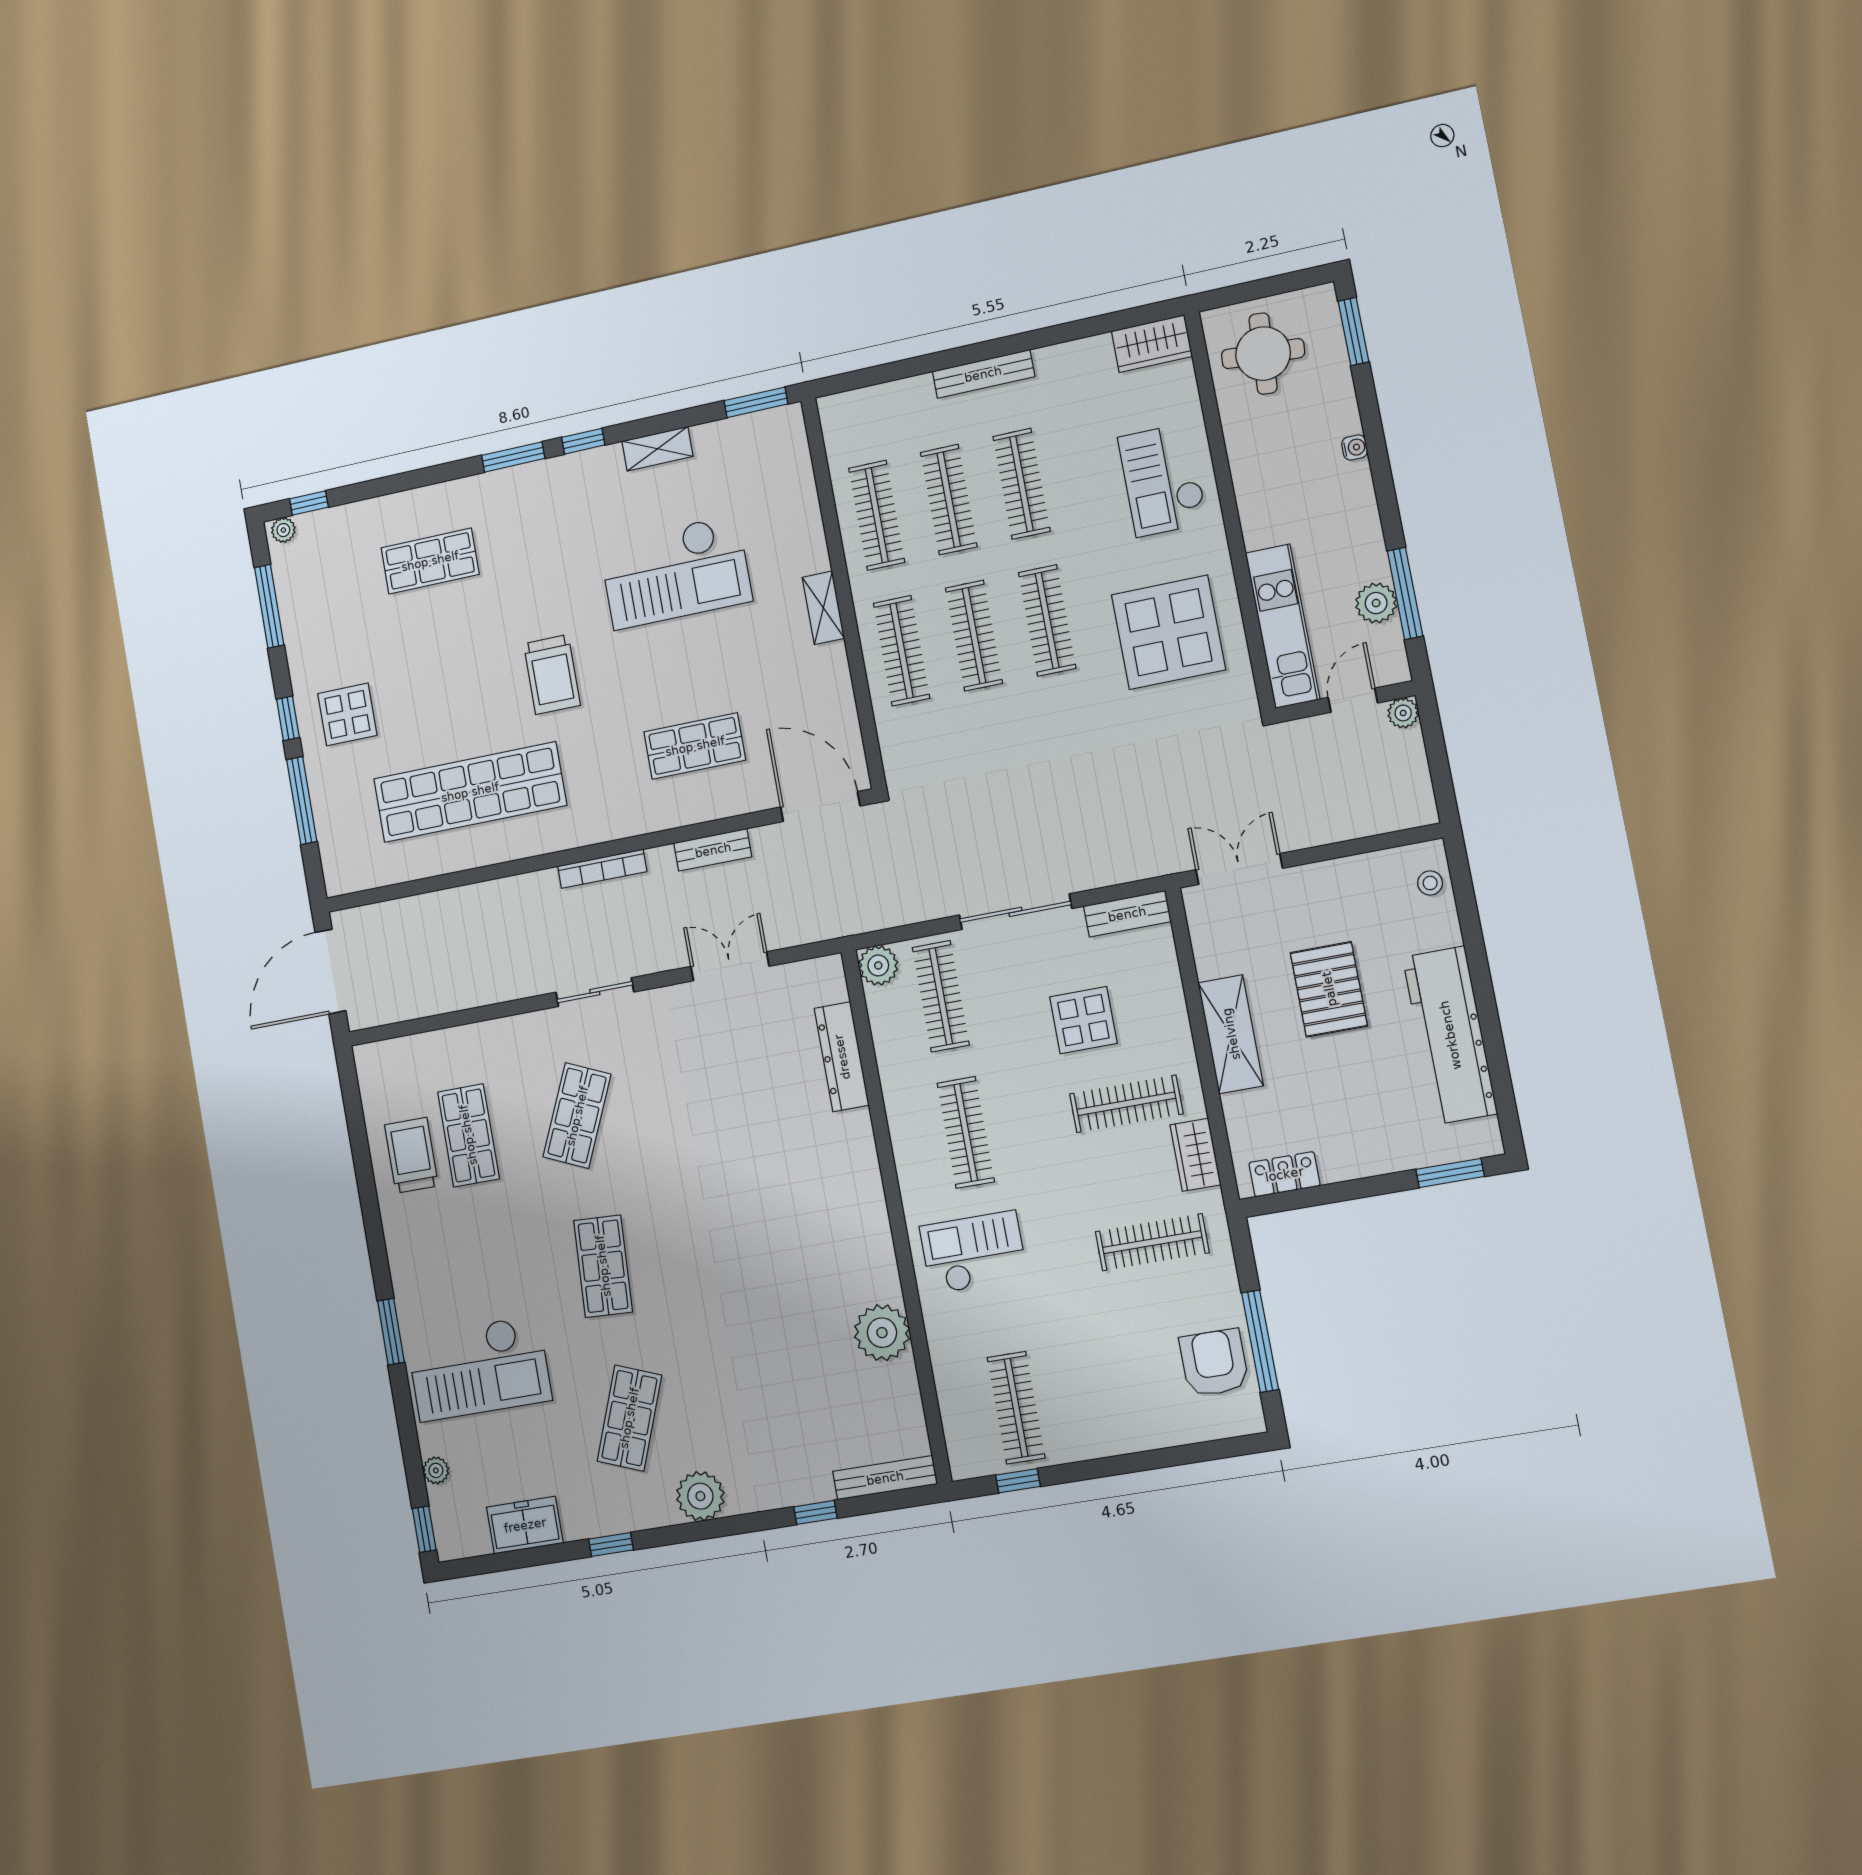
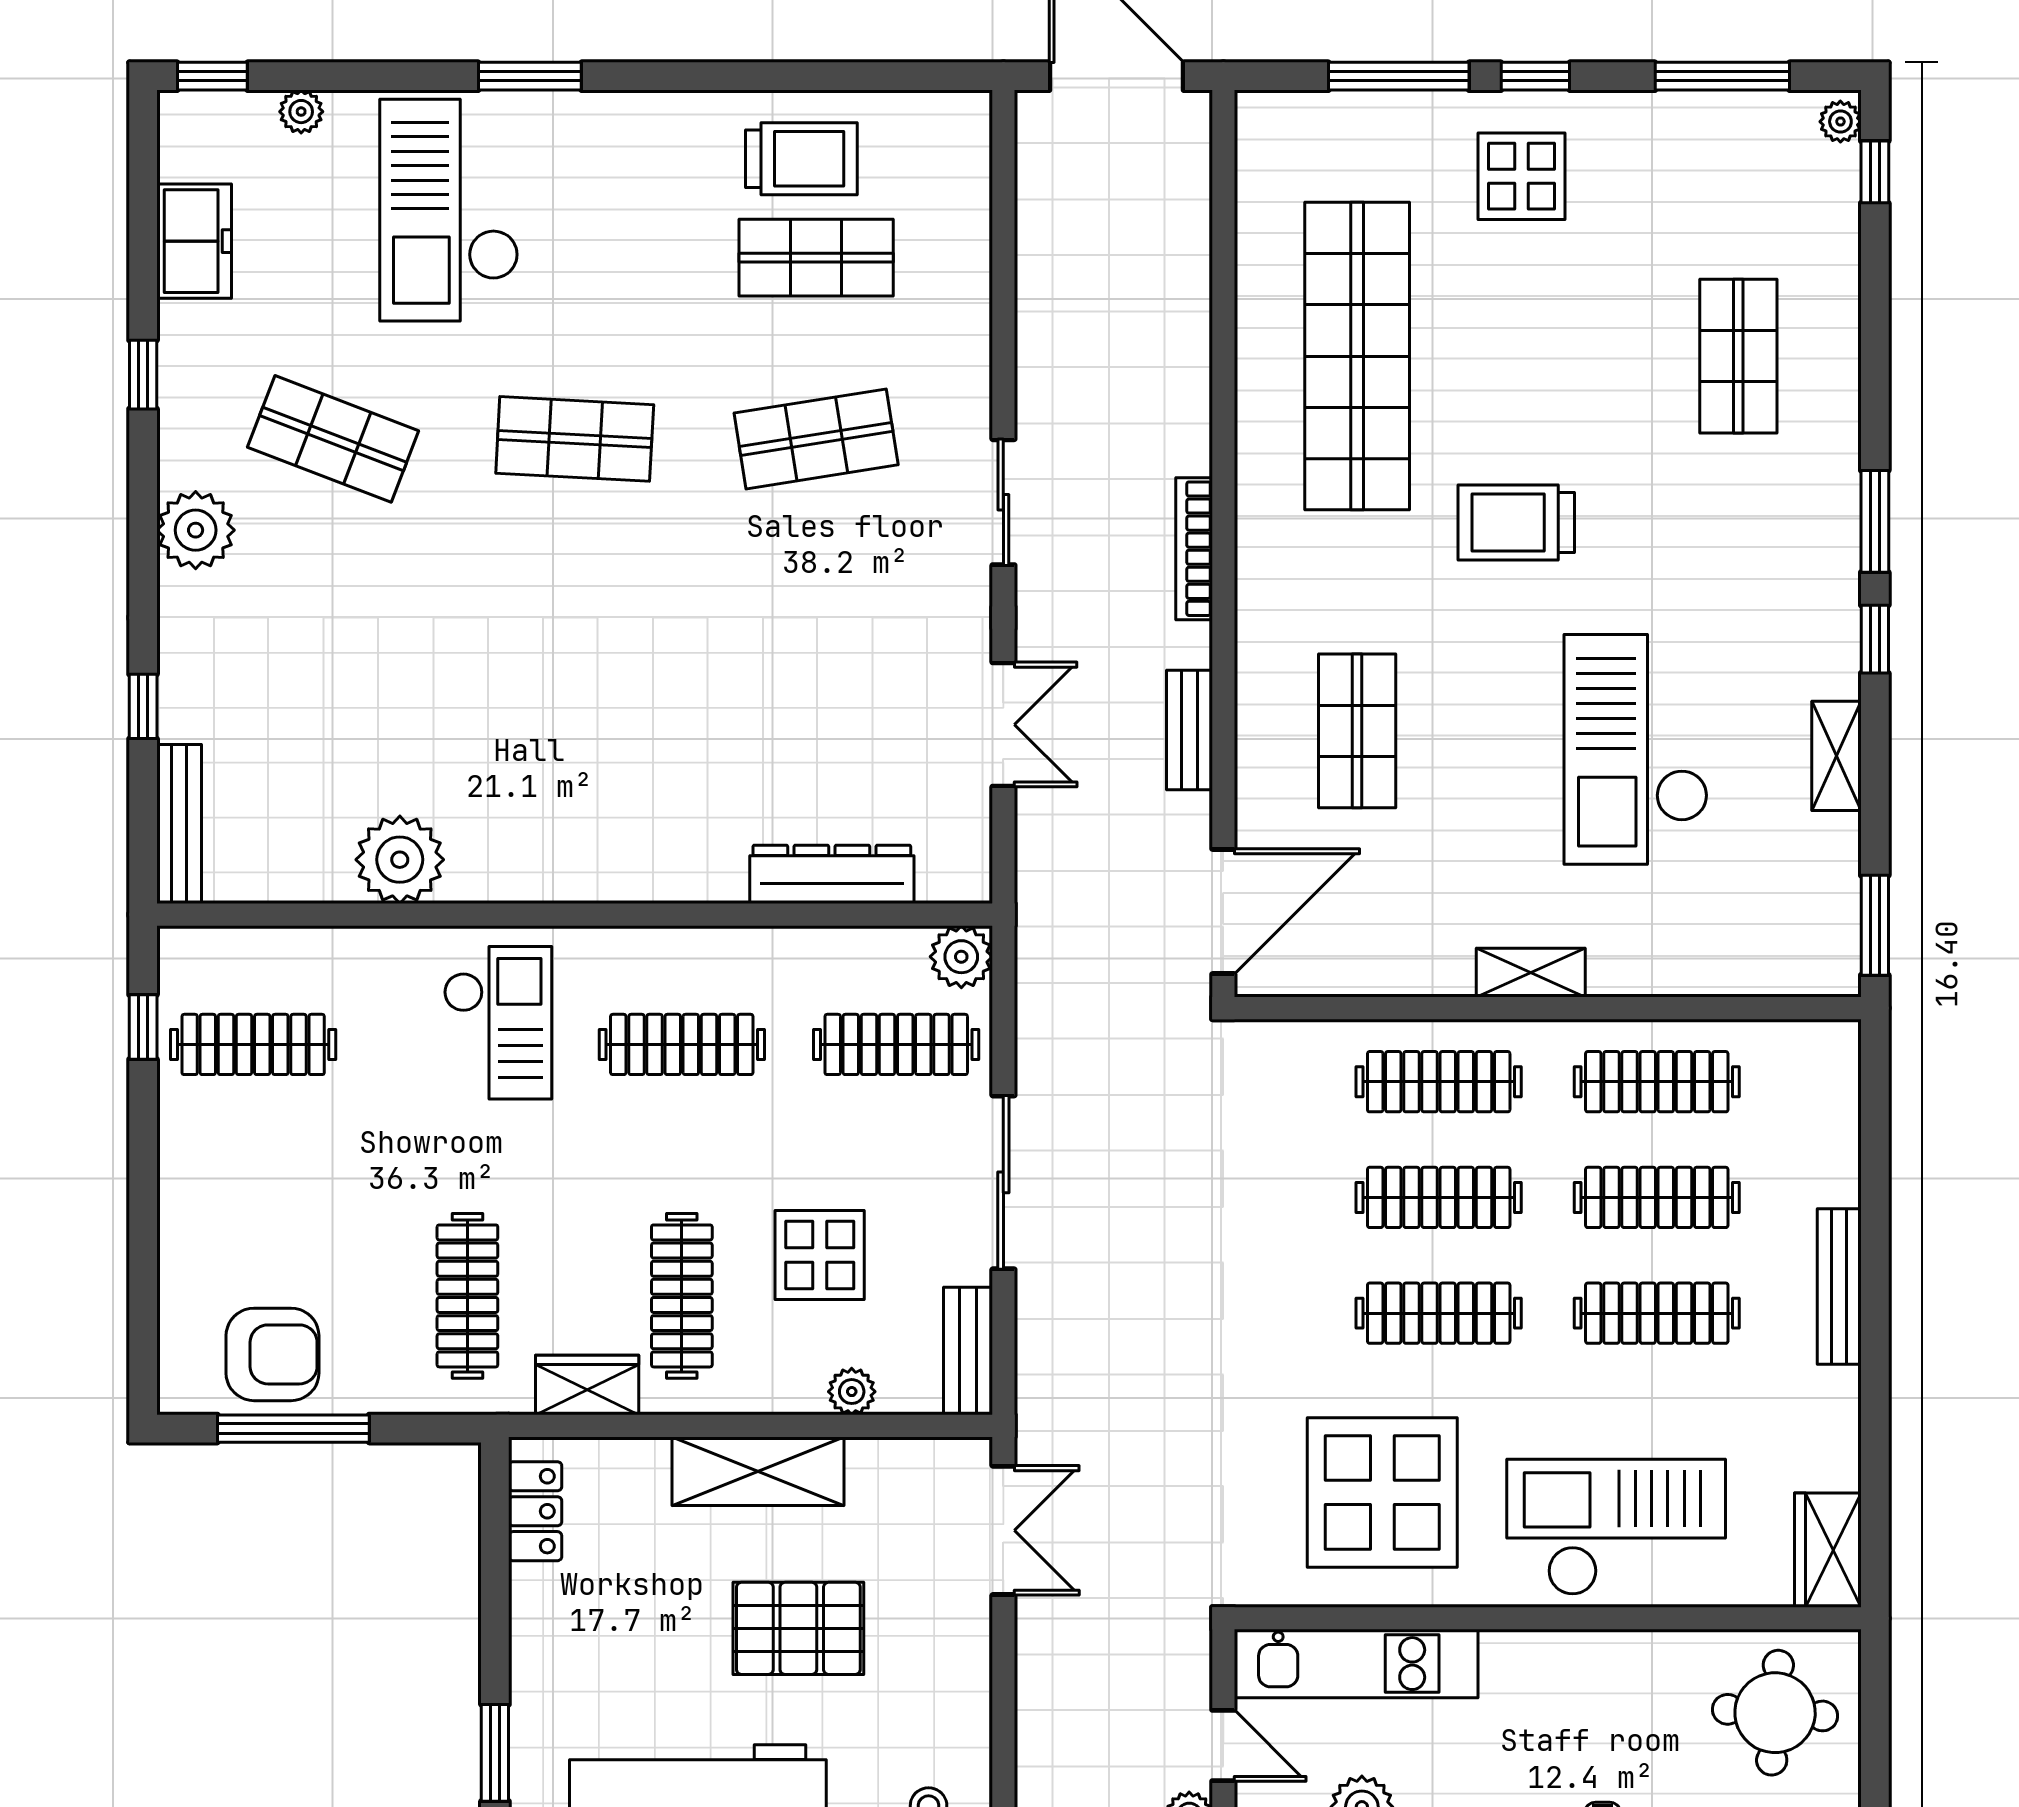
checkout: (1163, 480) -> (1616, 1527), width x1.36, depth x1.21
plant: (1167, 983) -> (852, 1392), added
shop shelf: (577, 1116) -> (816, 439), turned -33

